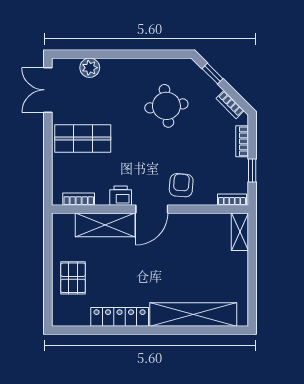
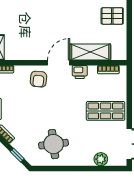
round table: (166, 106) -> (54, 144), moved
pallet: (73, 278) -> (112, 16), turned 90

